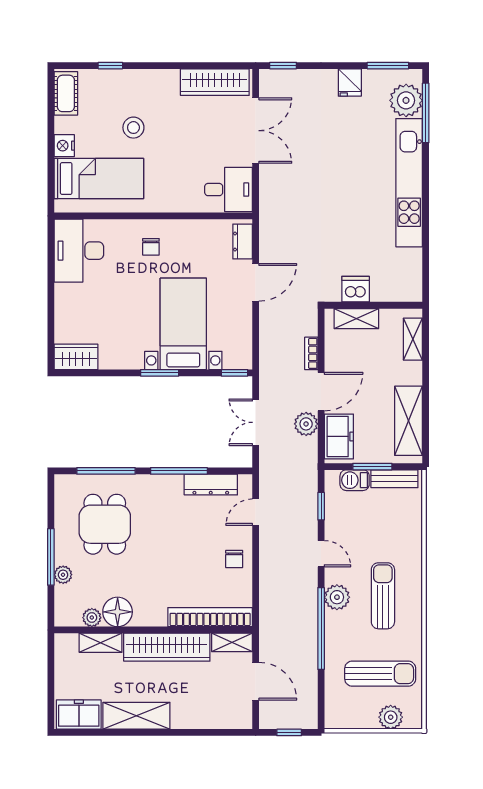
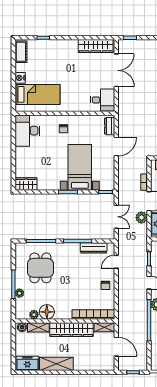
stool: (133, 128) -> (55, 69), removed
double door: (256, 422) -> (116, 217), swing flipped
boiler: (68, 642) -> (22, 327), added

